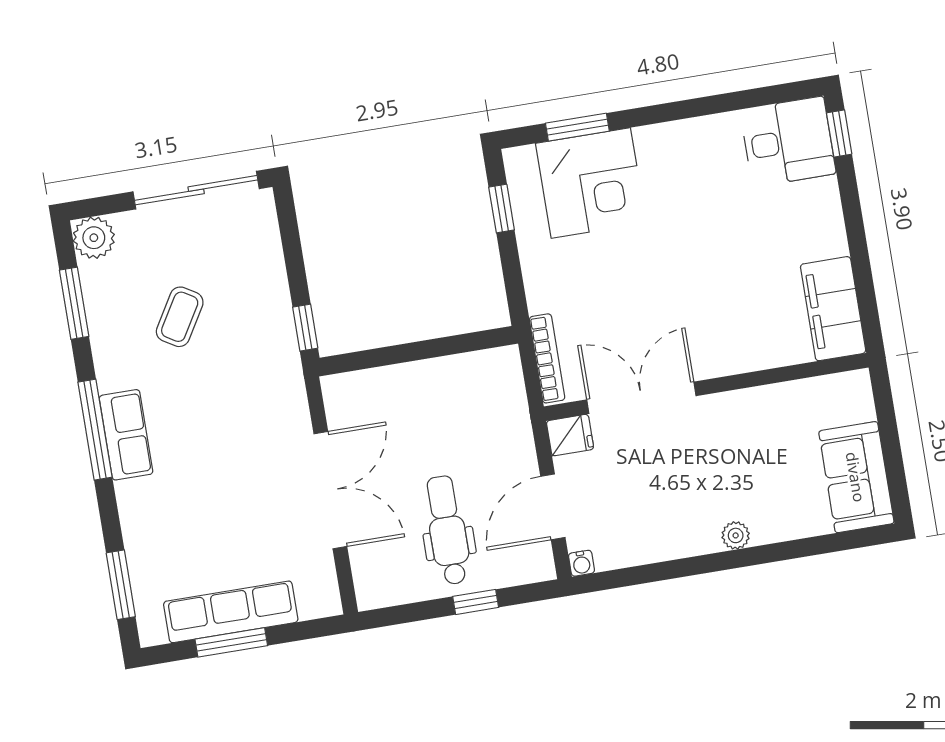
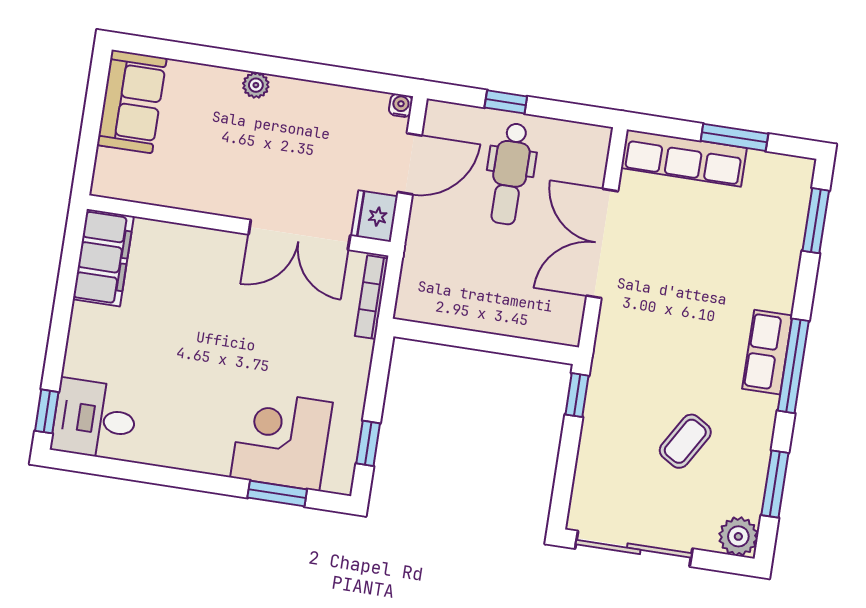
fridge: (570, 435) -> (374, 216), width x1.38
row of seats: (231, 612) -> (684, 158), moved

